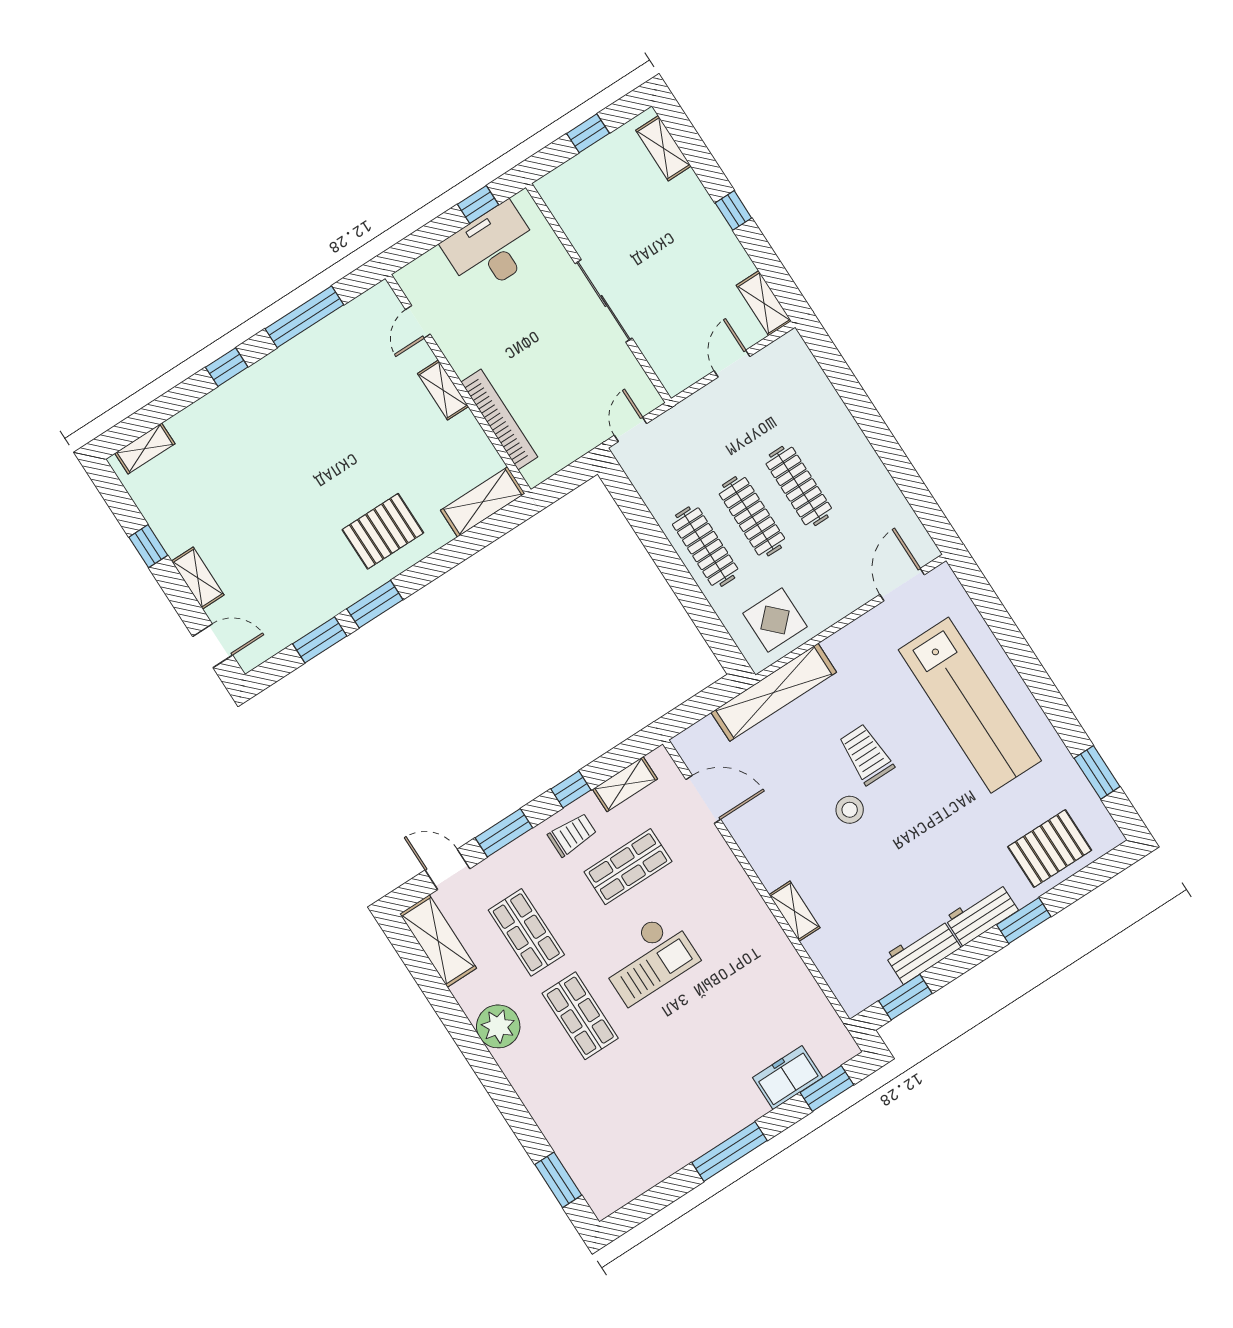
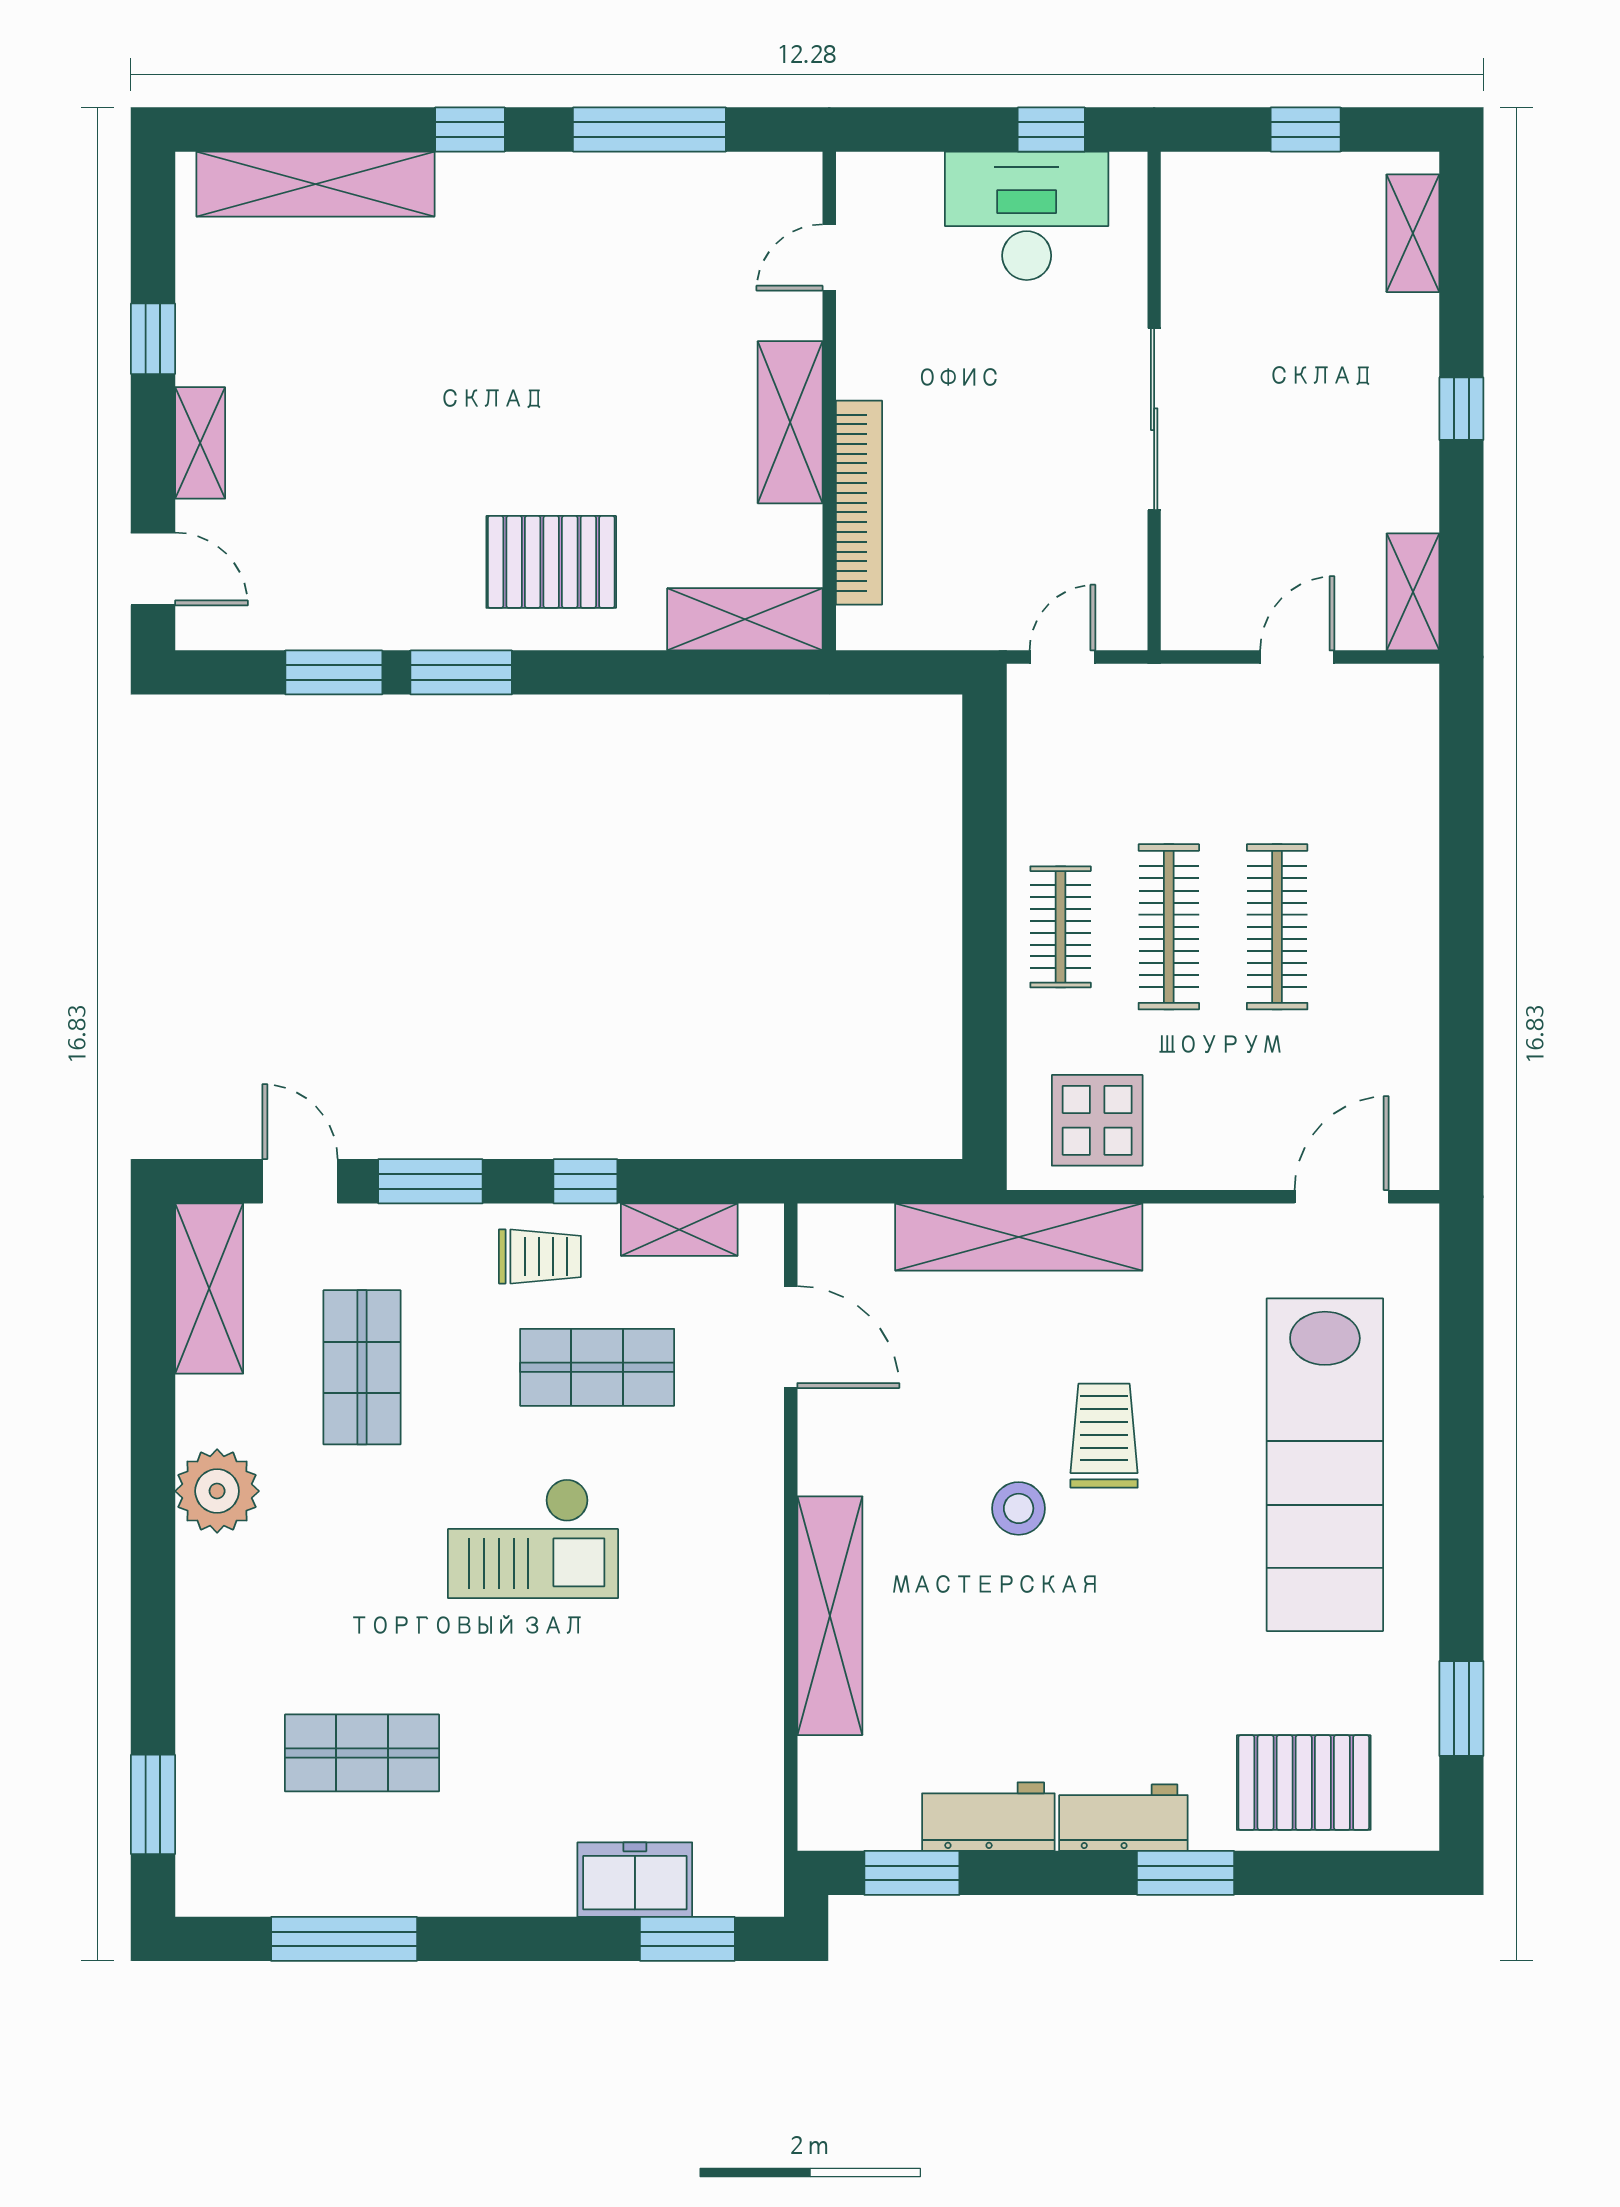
shelving: (443, 390) -> (790, 422), width x1.50, depth x1.33
shelving: (145, 448) -> (315, 184), width x2.20, depth x1.33
clothes rail: (705, 547) -> (1061, 927), width x0.73
shelving: (795, 911) -> (830, 1616), width x2.20, depth x1.33
shop shelf: (580, 1016) -> (362, 1753), moved, turned 90
window: (730, 1152) -> (344, 1939), moved

